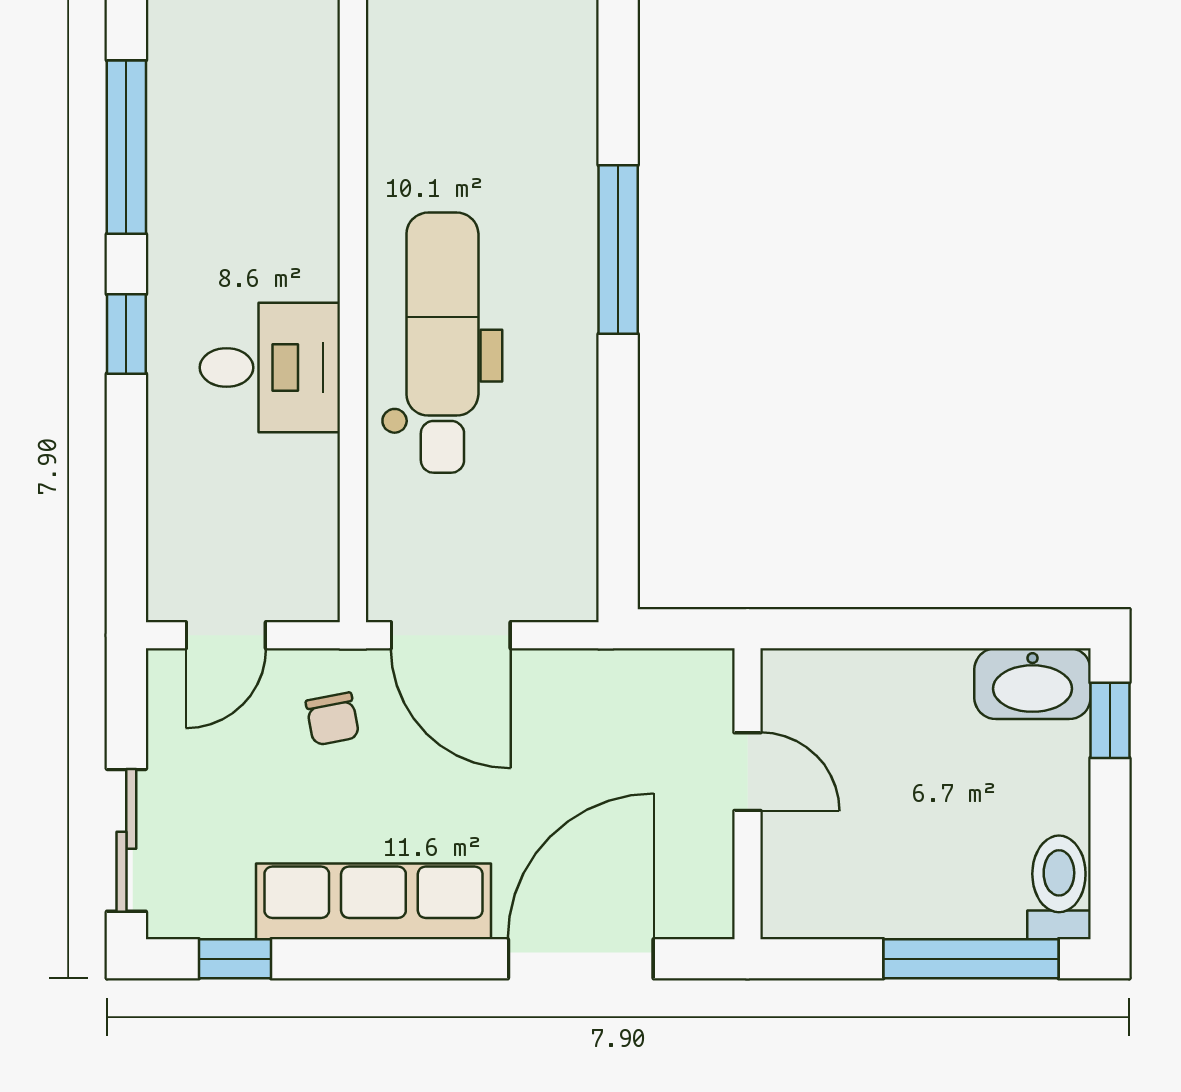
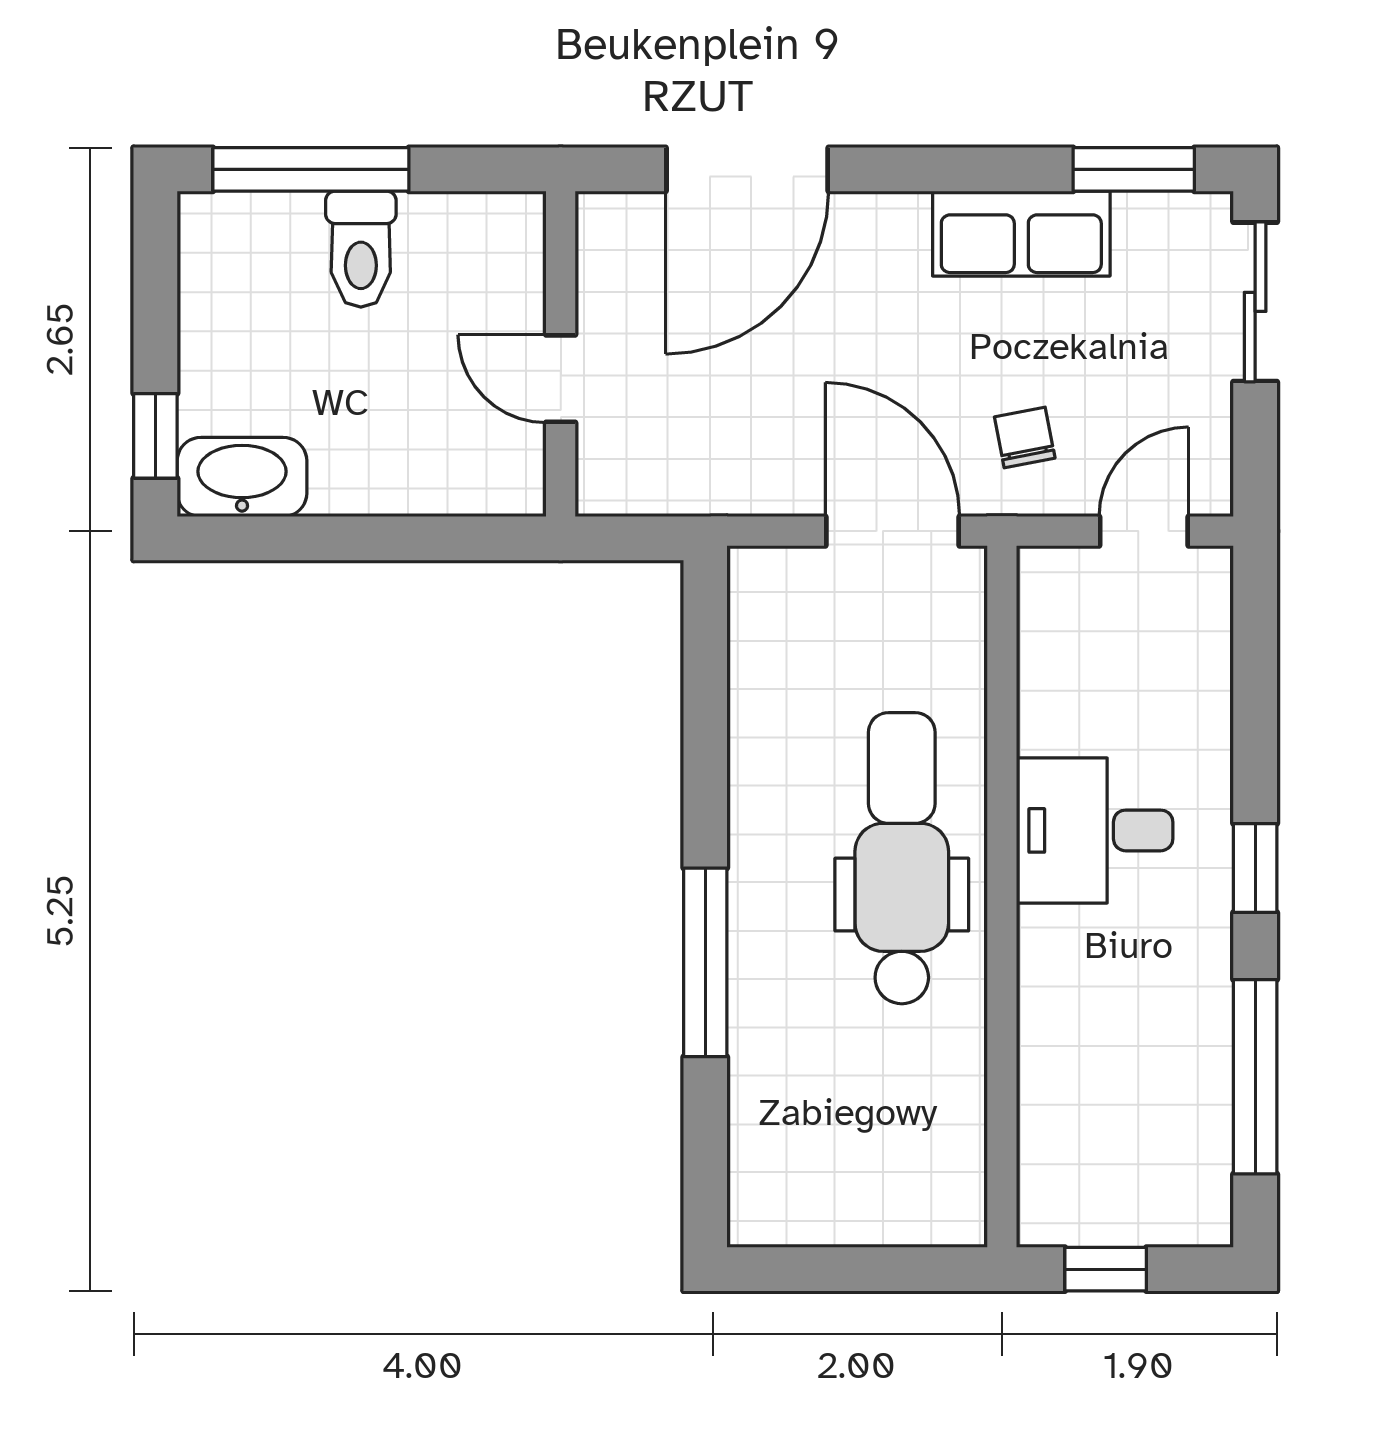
dental chair: (442, 343) -> (902, 858), turned 180
toilet: (1059, 887) -> (361, 249), moved
row of seats: (373, 901) -> (1021, 234), width x0.68
window: (235, 959) -> (1134, 169), width x1.50

